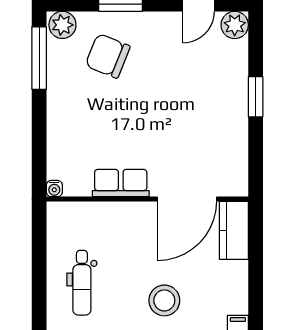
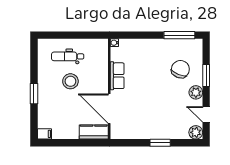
plant: (62, 25) -> (196, 92), moved
stool: (164, 300) -> (70, 81), moved

